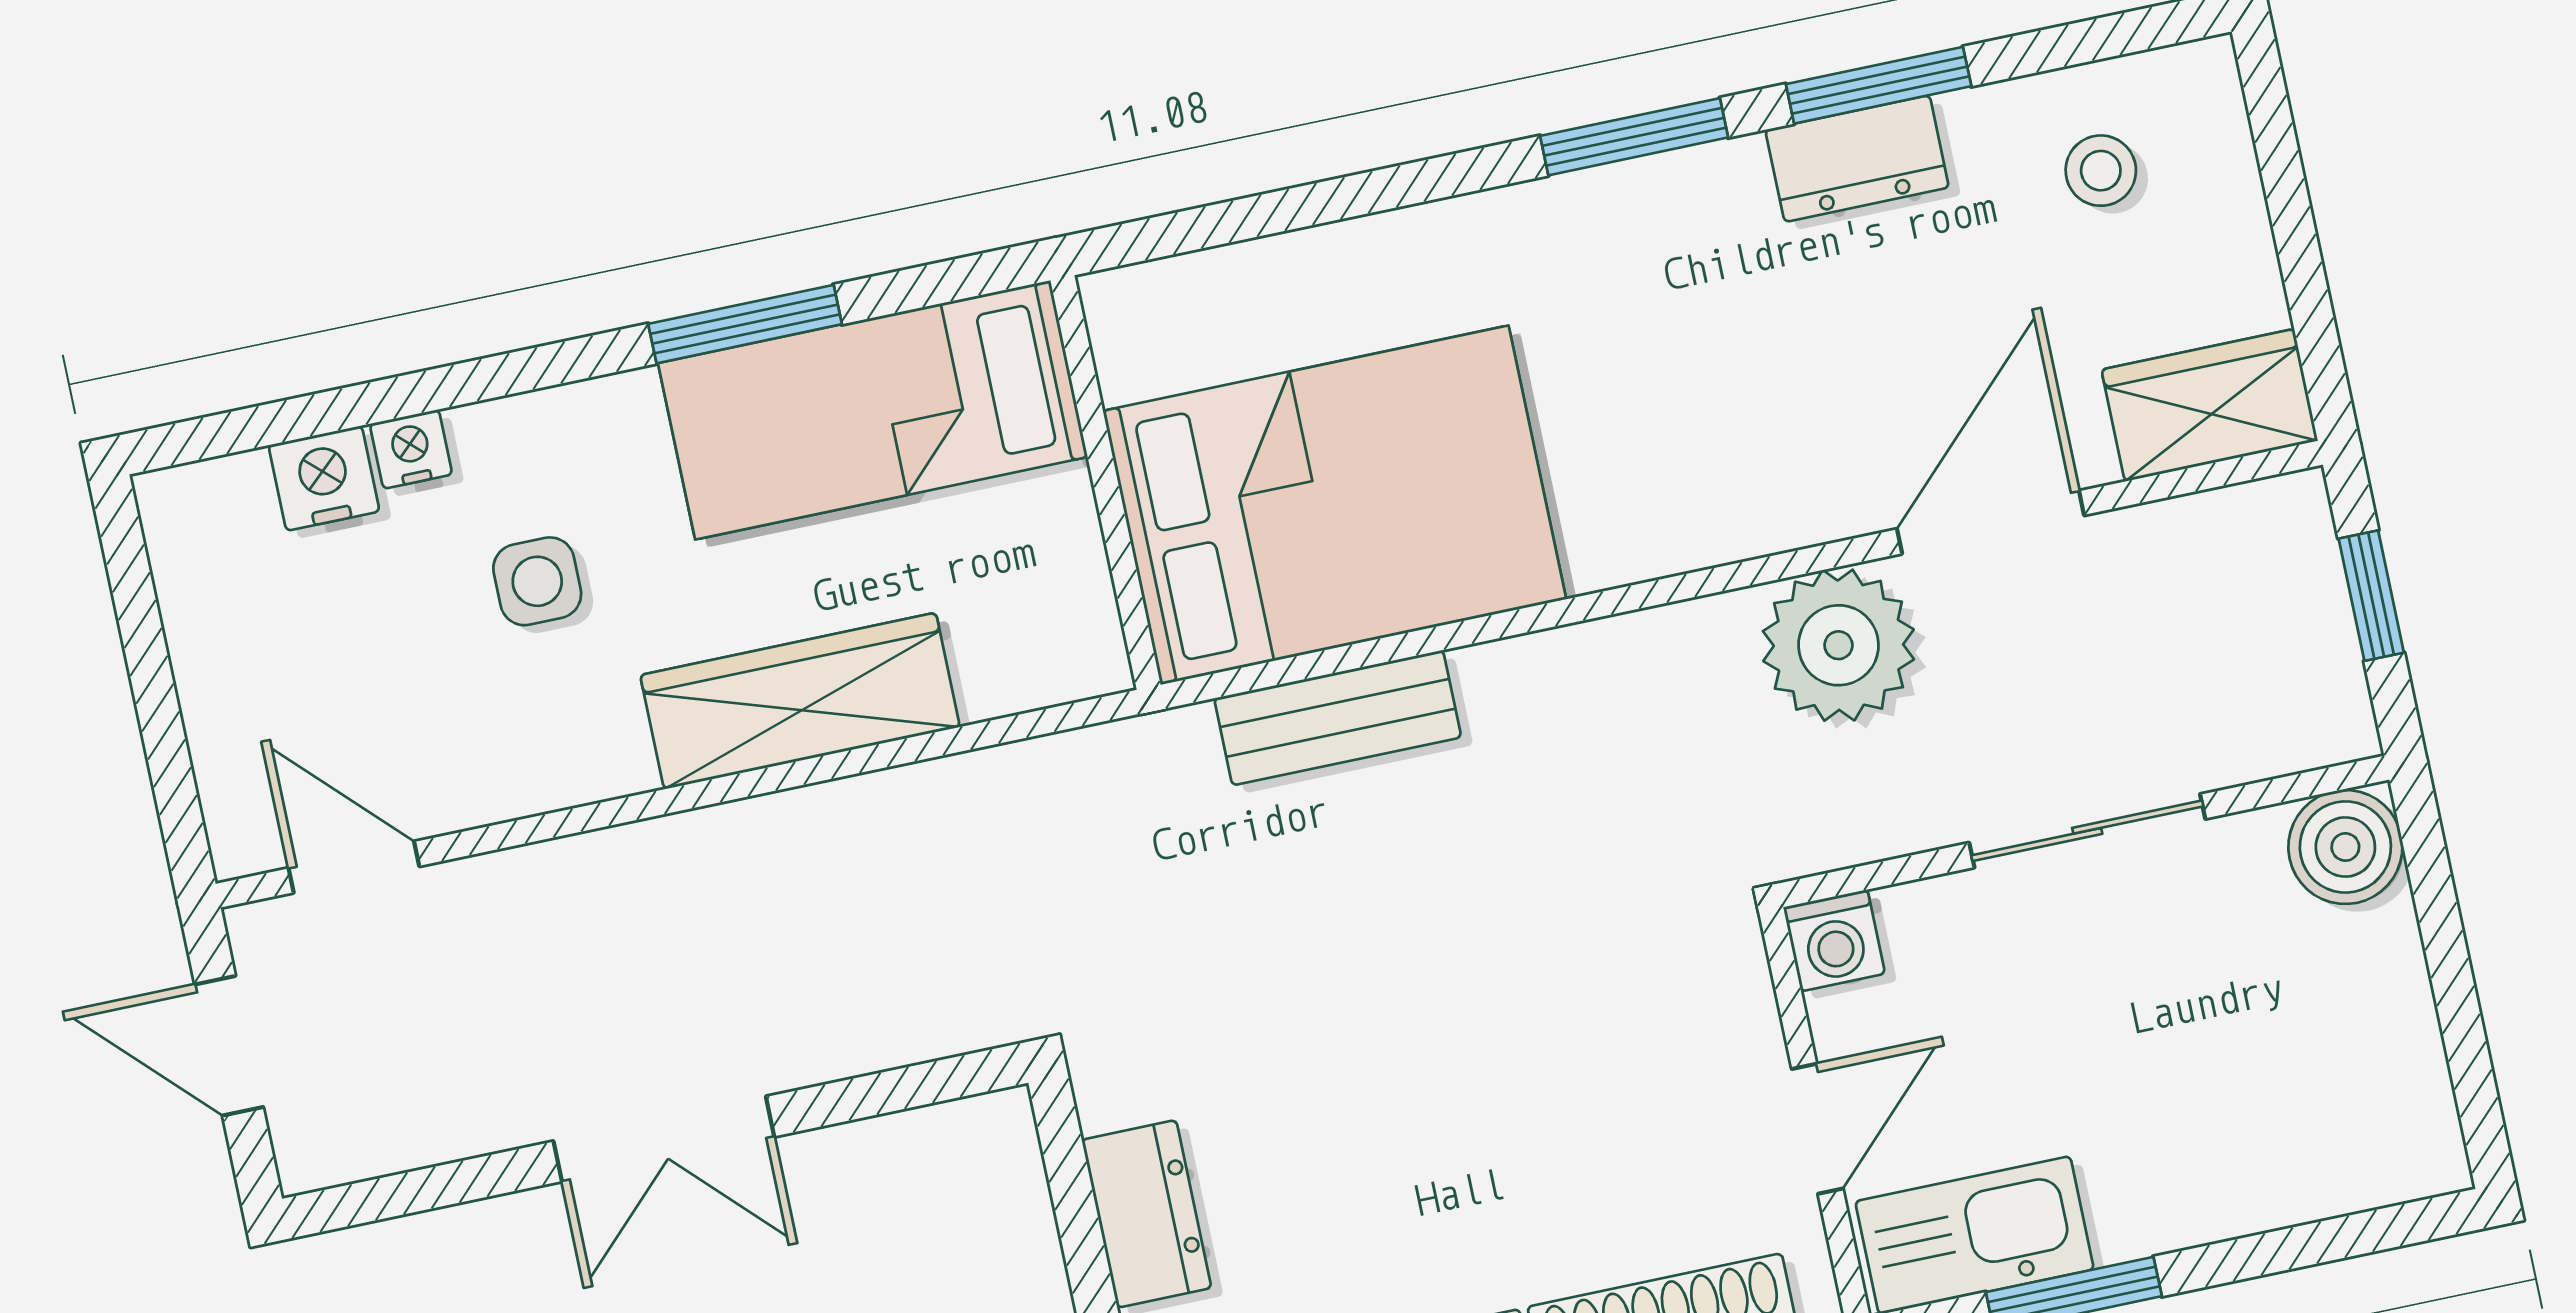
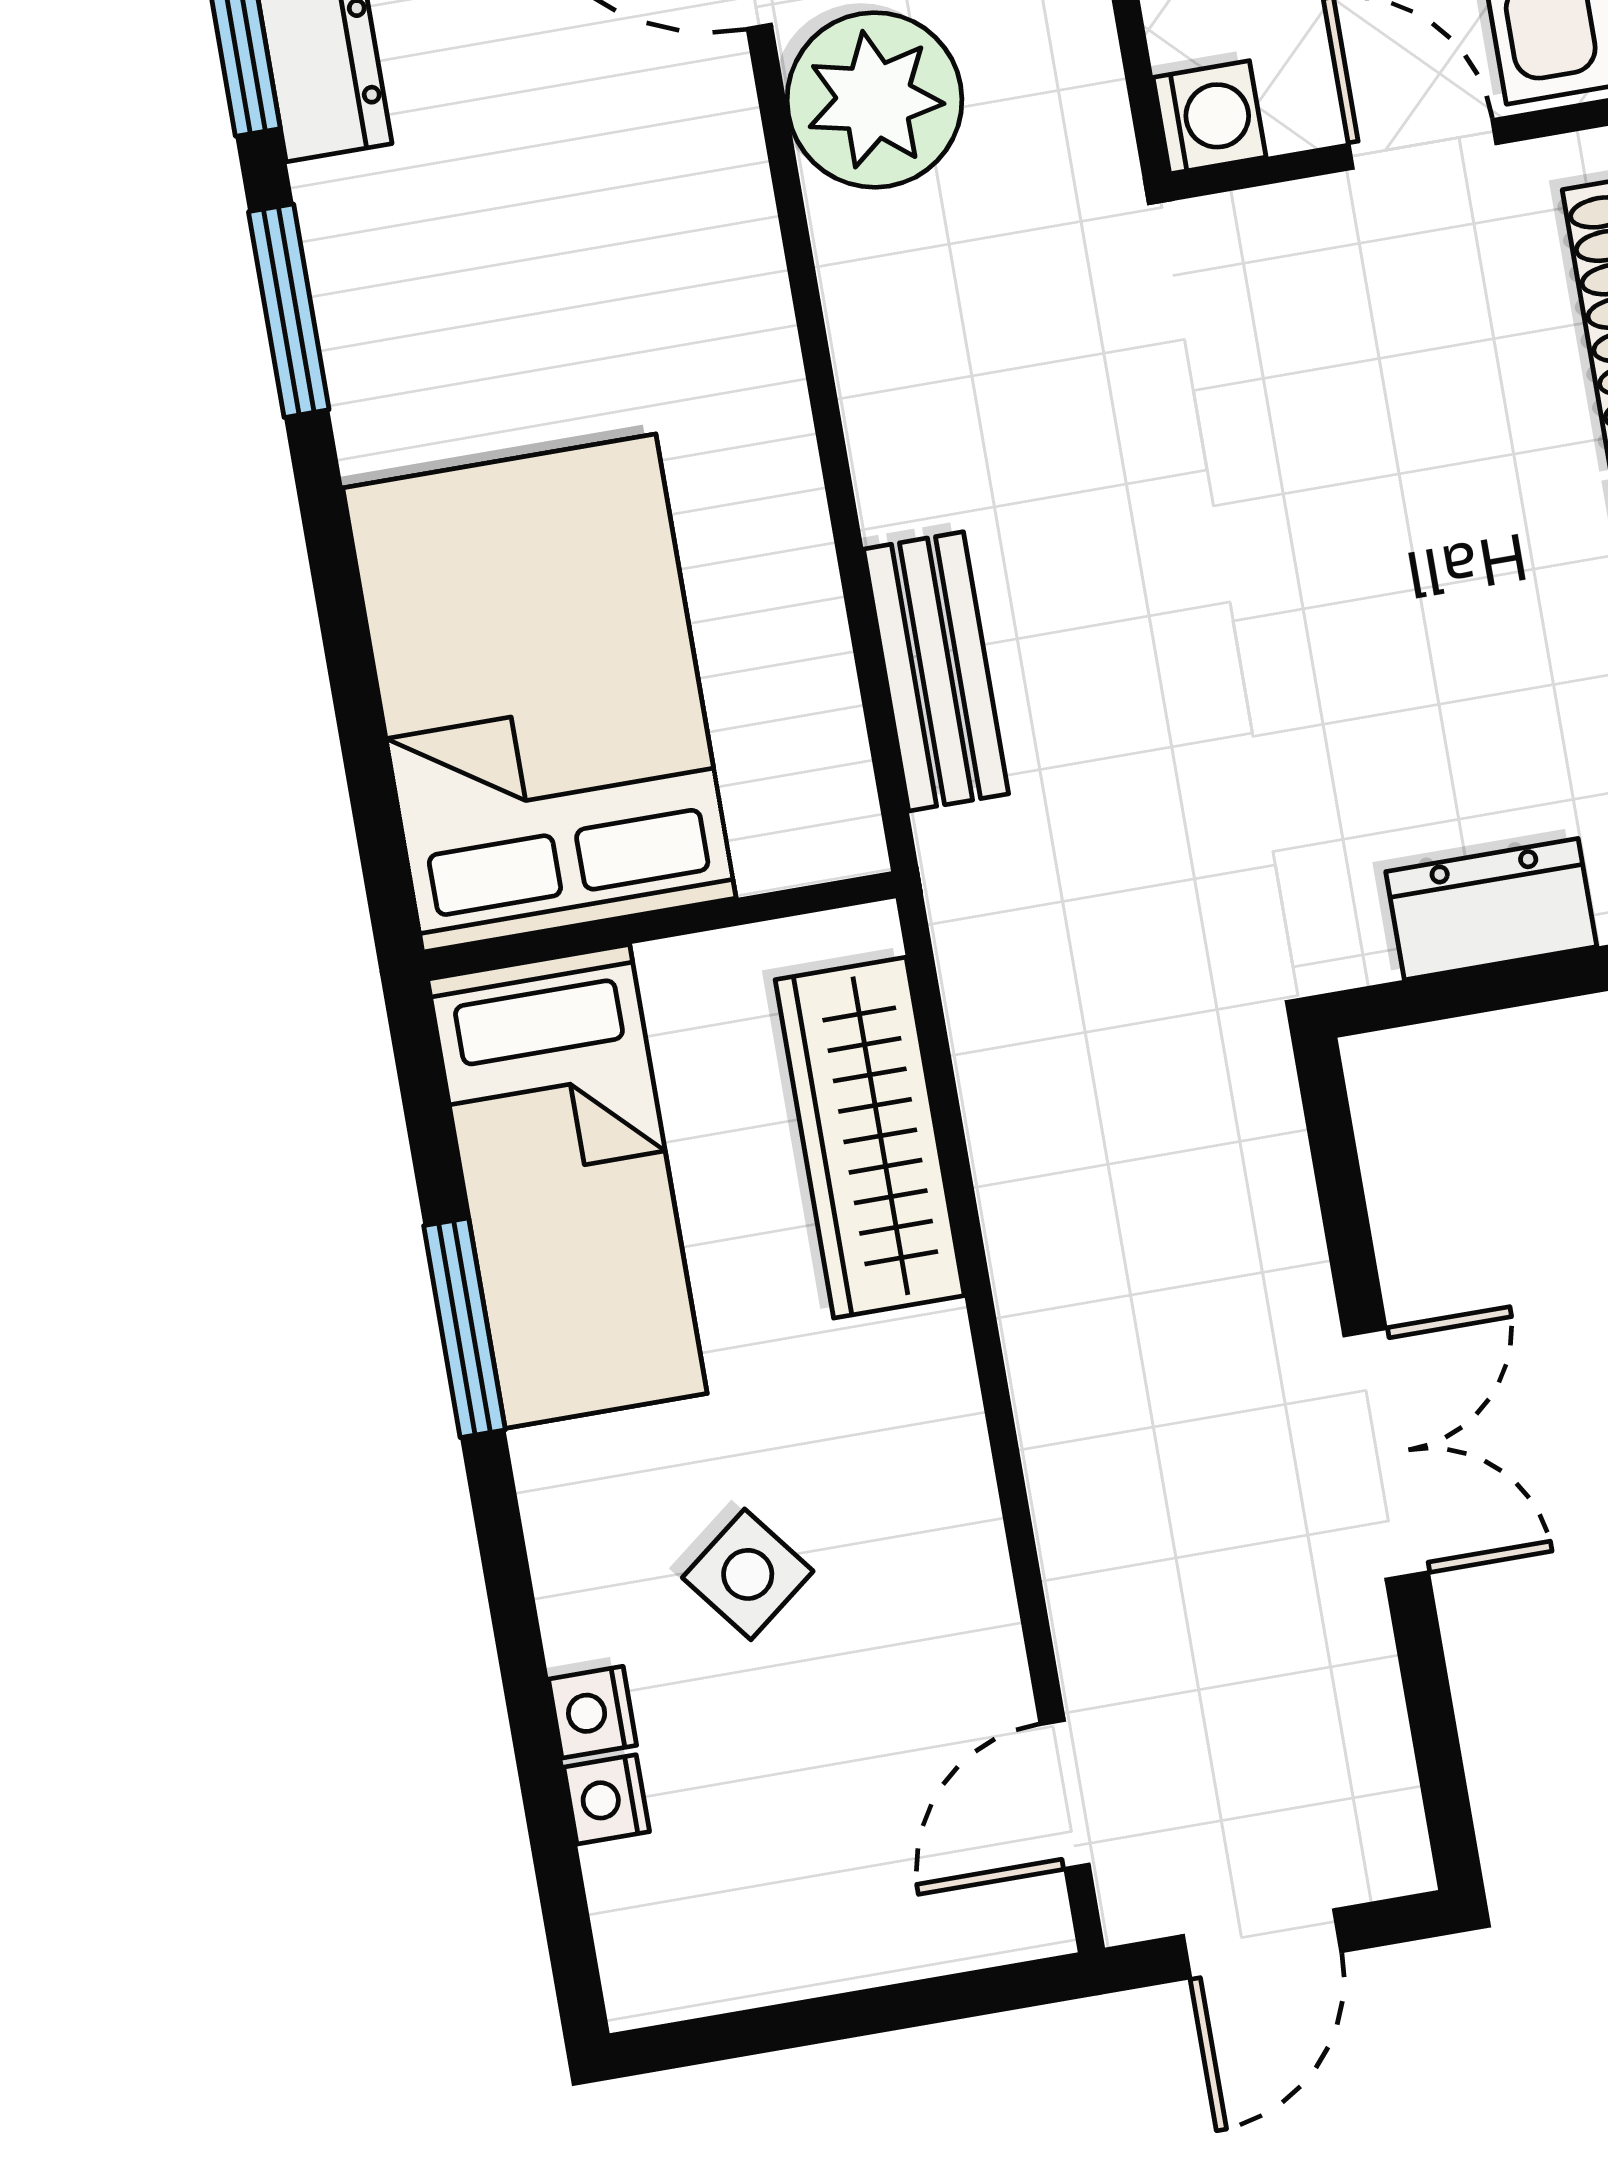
nightstand: (324, 478) -> (607, 1799), width x0.72, depth x0.74
bed: (1334, 505) -> (539, 693), moved
side table: (537, 581) -> (748, 1574), turned -38
wardrobe: (800, 701) -> (870, 1138), moved

